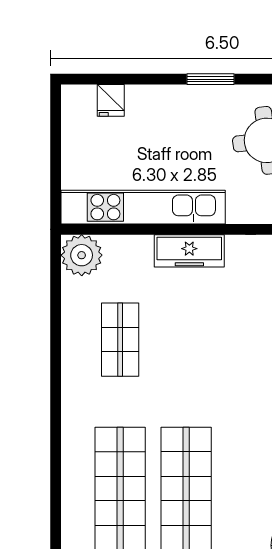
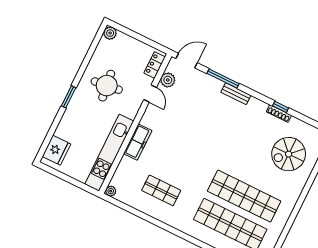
fridge: (111, 100) -> (57, 150), width x1.88, depth x1.34
plant: (82, 255) -> (111, 191), width x0.53, depth x0.53

